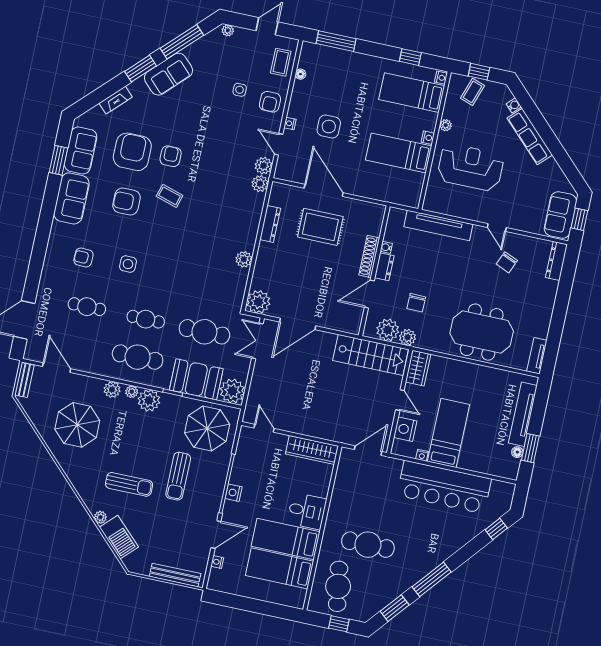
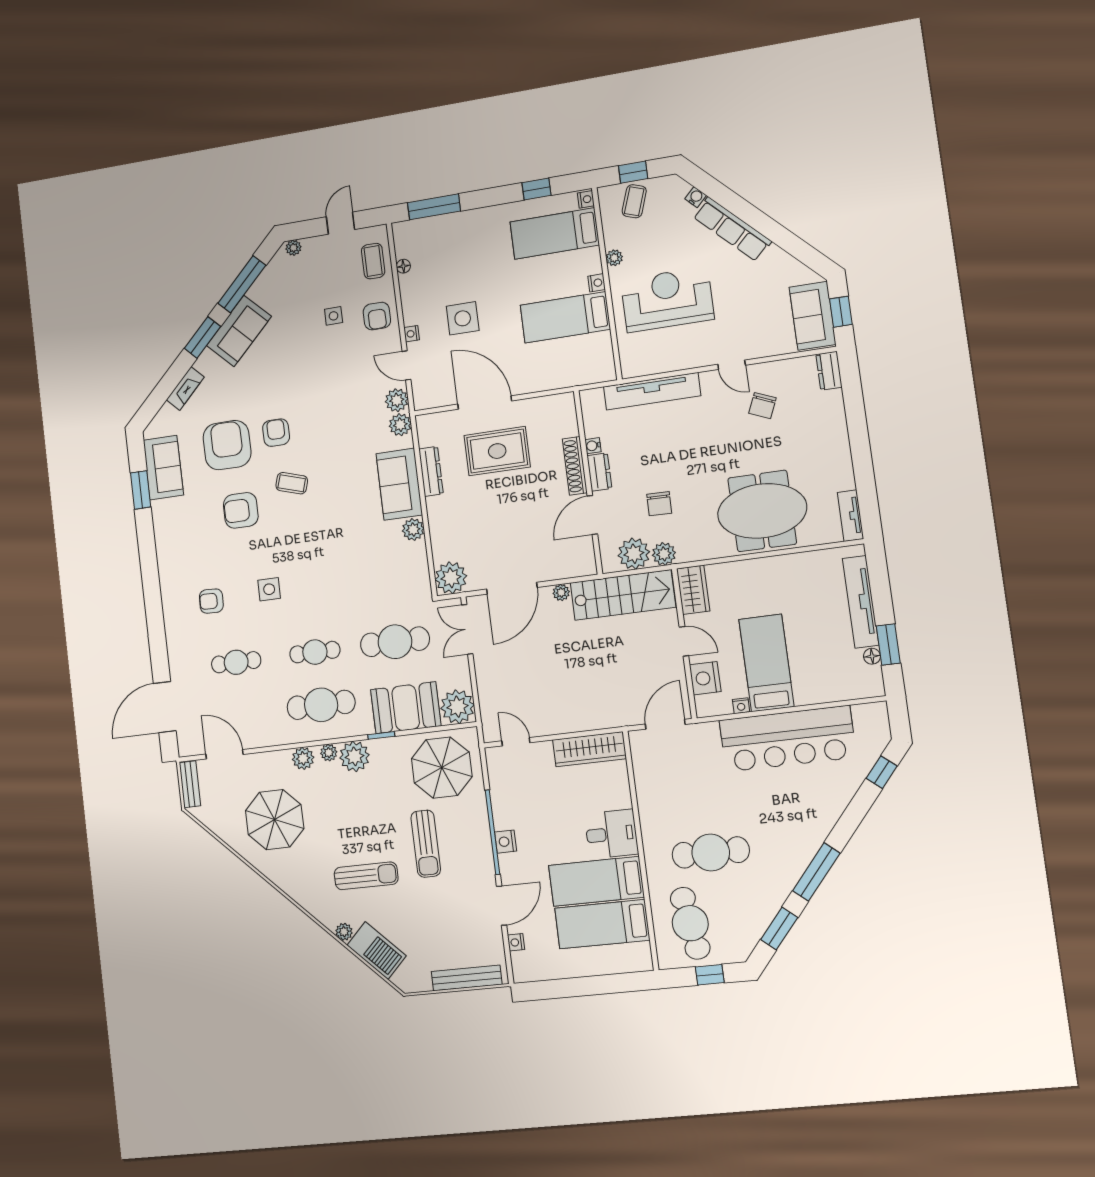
sofa: (71, 198) -> (399, 484), moved, turned 180
dresser: (557, 261) -> (829, 371), width x0.70
plant: (330, 339) -> (561, 592), added

